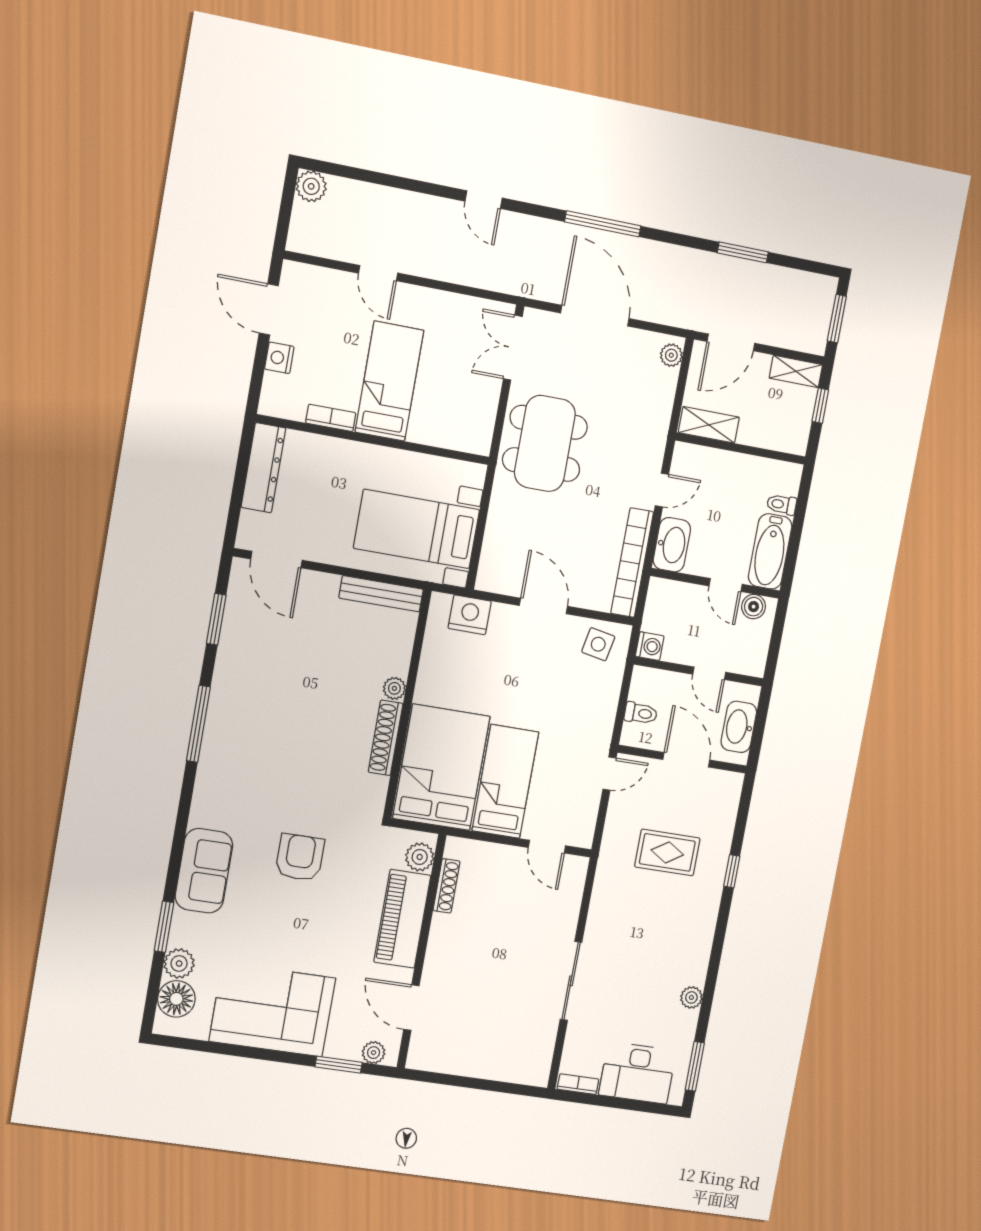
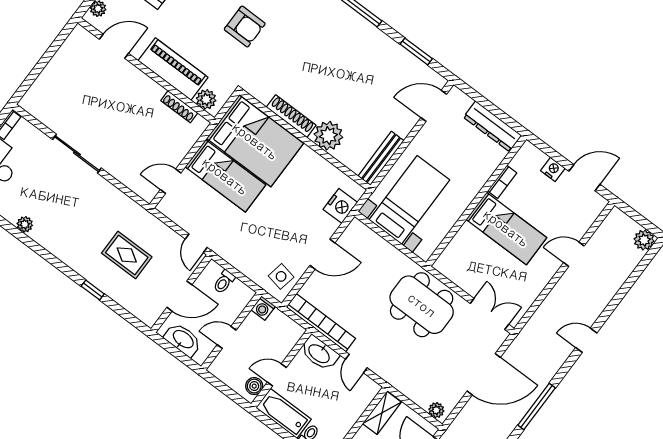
plant: (394, 688) -> (328, 136), width x1.87, depth x1.87
rug: (667, 852) -> (127, 255), turned 90

